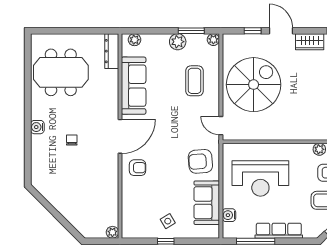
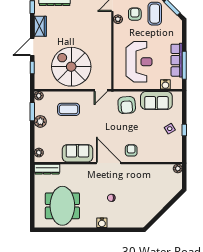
sofa: (134, 86) -> (77, 153), width x0.73
row of seats: (279, 231) -> (177, 60), moved

